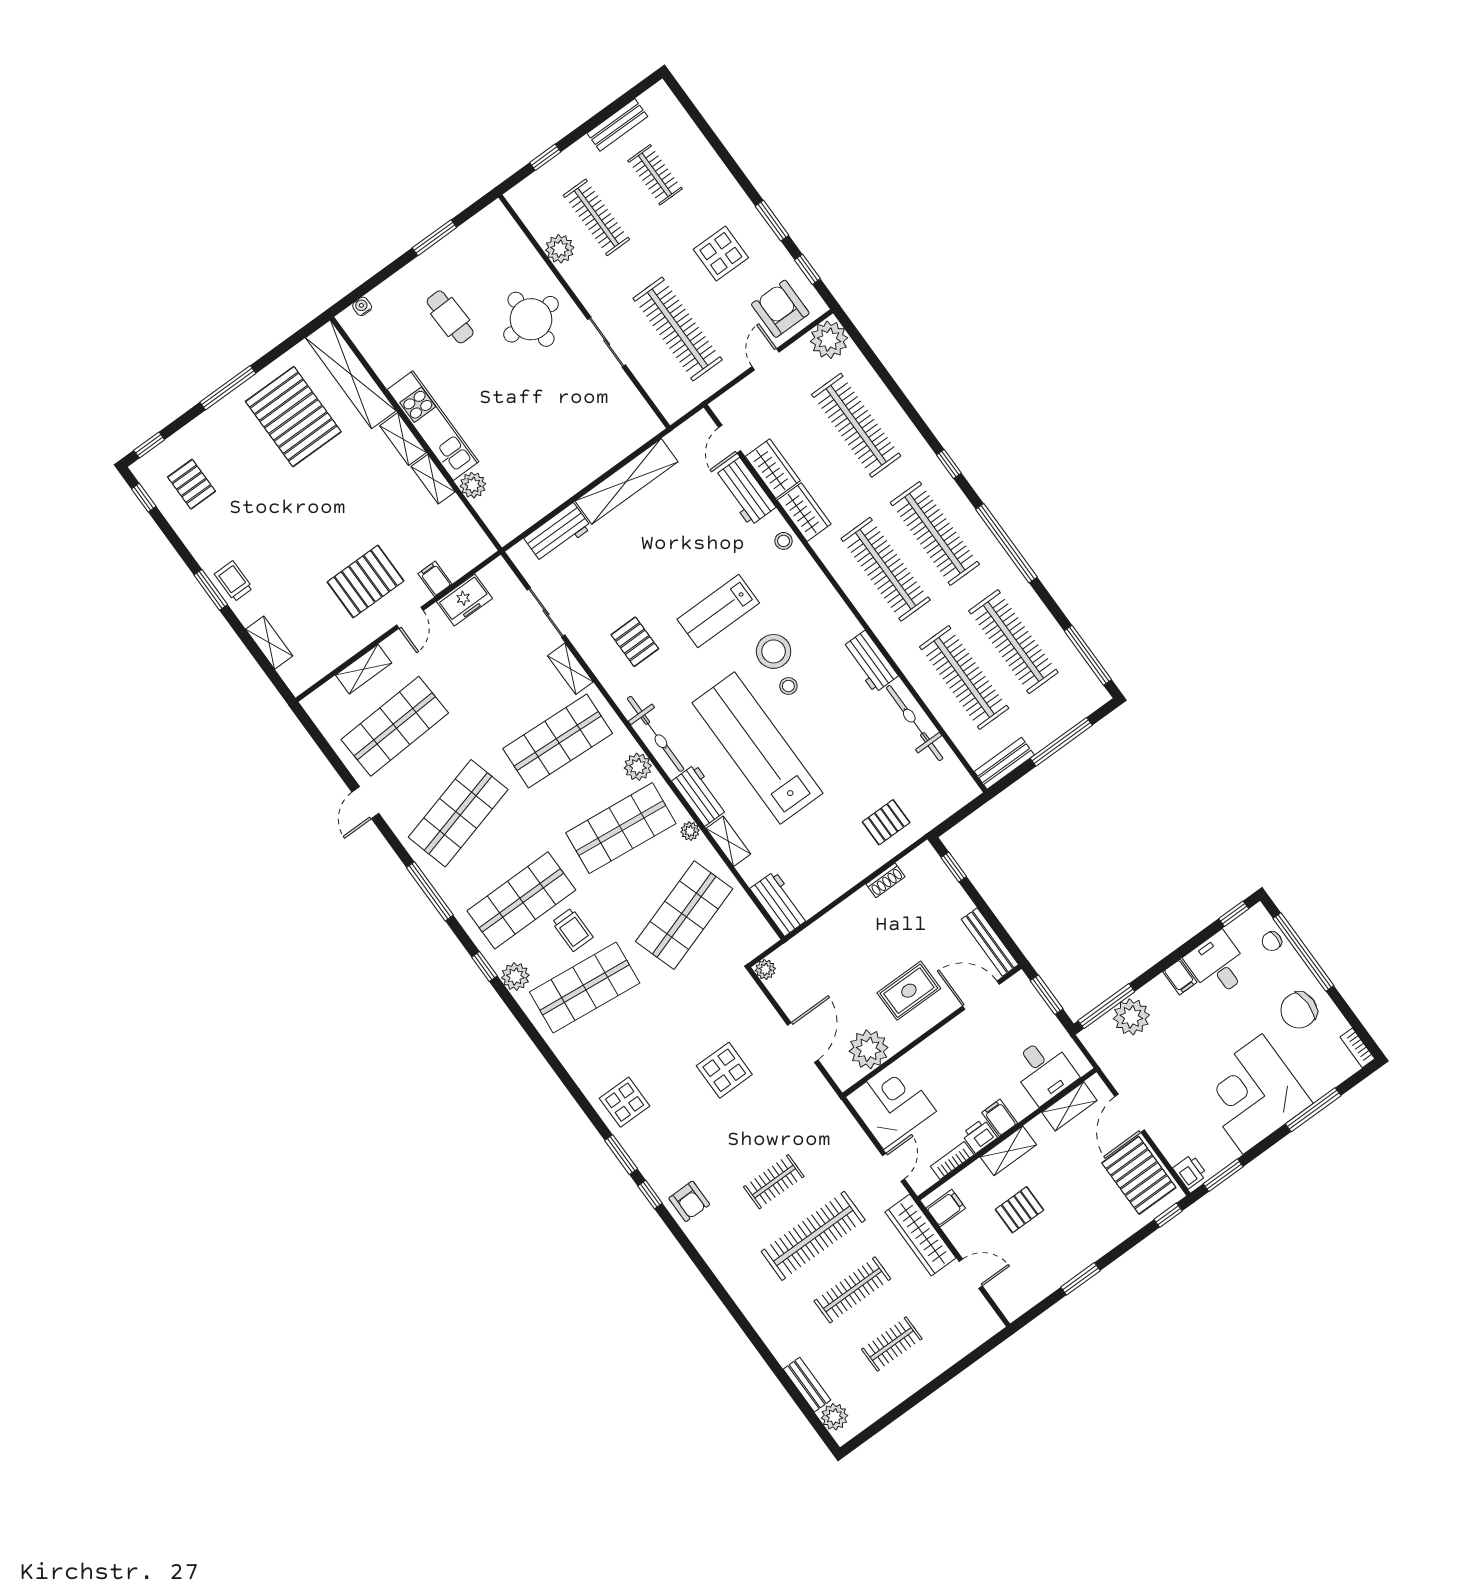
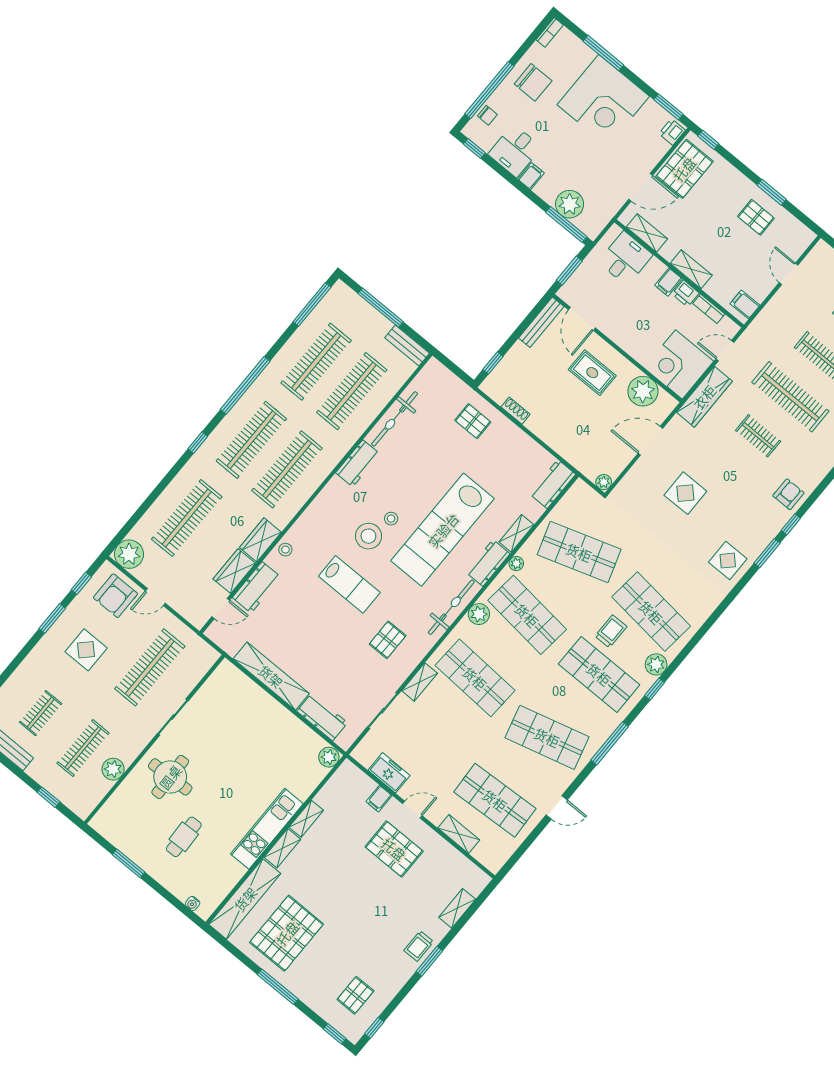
plant: (473, 485) -> (329, 757), moved
pallet: (1020, 1210) -> (756, 217), moved
wardrobe: (921, 1235) -> (704, 397), moved

